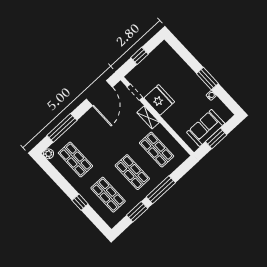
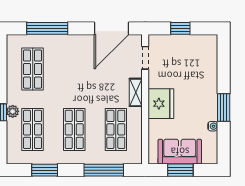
fridge: (159, 100) -> (161, 104), moved
plant: (48, 154) -> (13, 111), moved
window: (161, 190) -> (104, 170), moved

